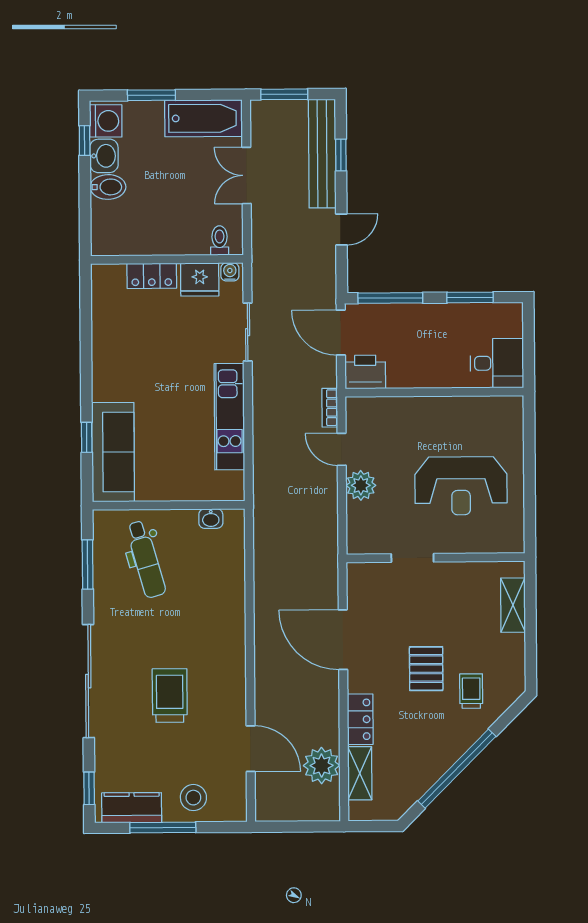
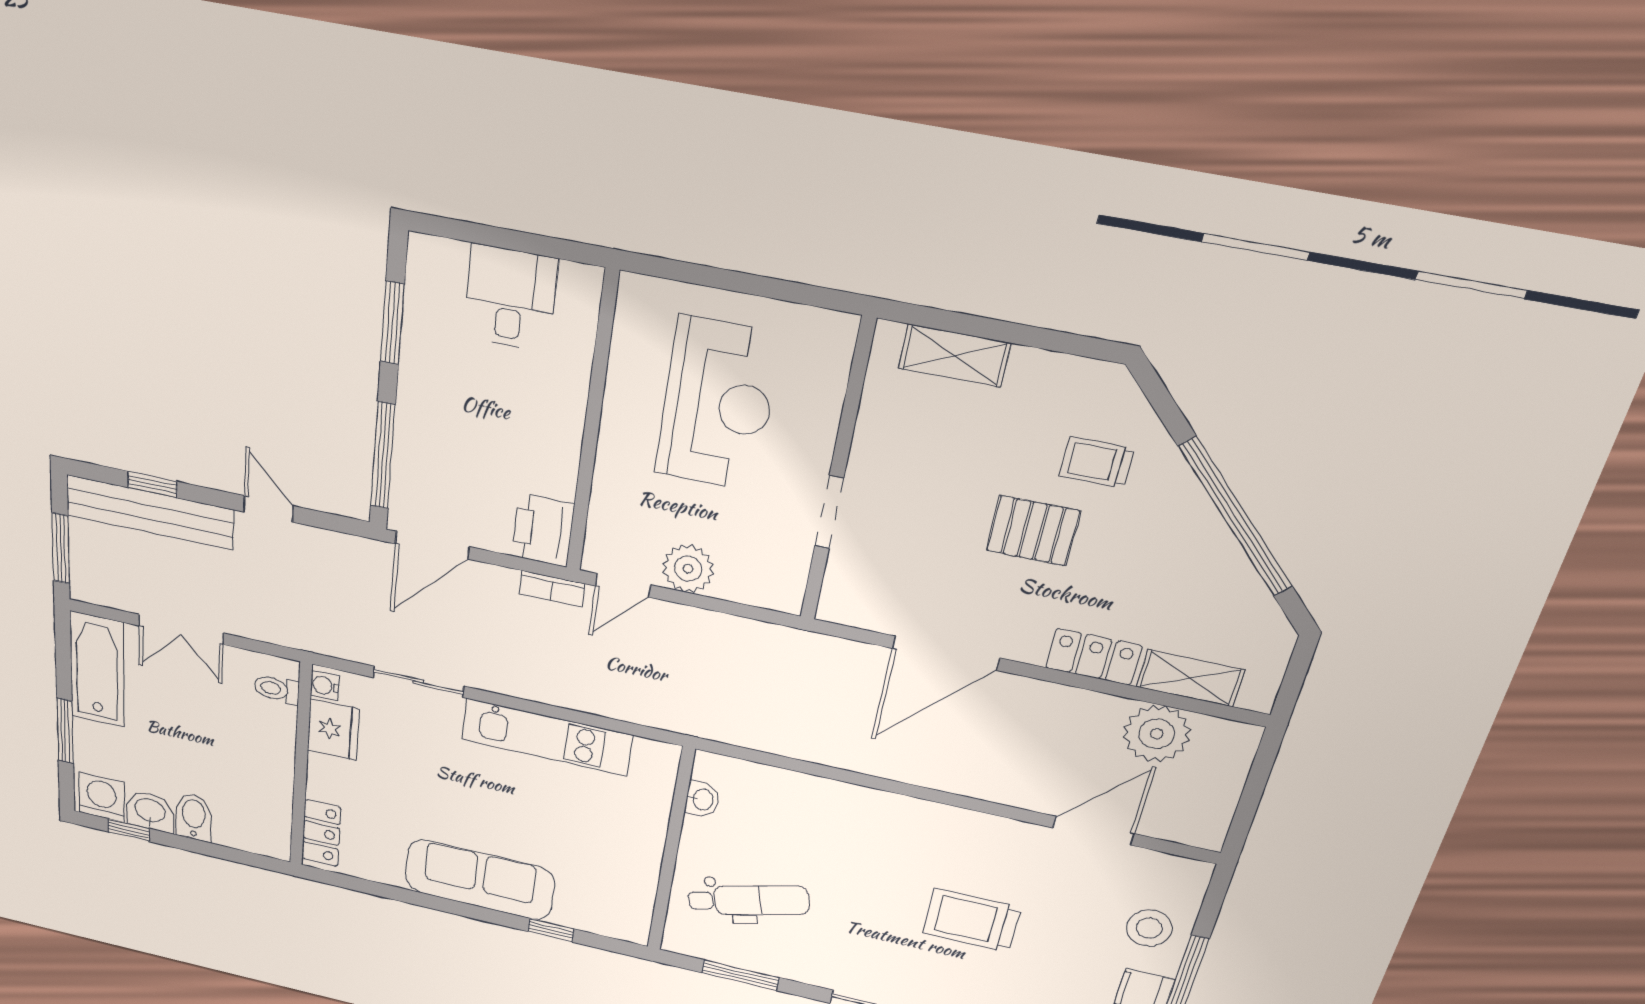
locker: (152, 276) -> (321, 833), moved
printer: (365, 372) -> (543, 530), moved
wall: (434, 392) -> (592, 425), moved
sofa: (113, 452) -> (480, 880), moved

